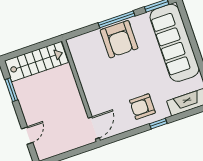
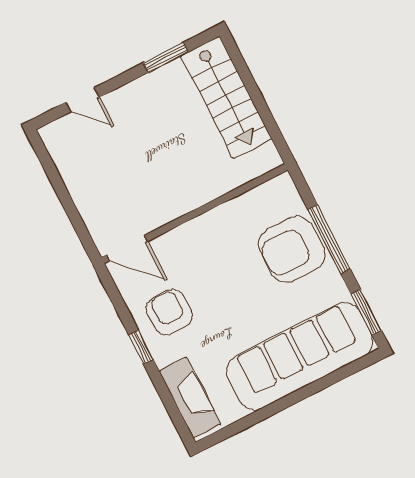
wall: (81, 91) -> (194, 214), moved
door: (94, 128) -> (127, 248), moved

